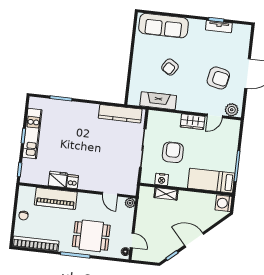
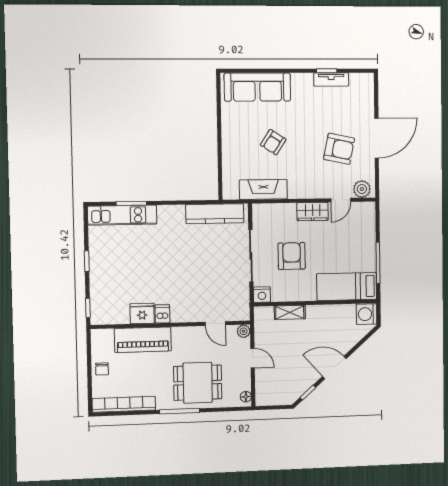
kitchen unit: (32, 134) -> (122, 215), moved, turned 90
nightstand: (162, 179) -> (262, 295), moved
door: (132, 240) -> (253, 358), moved

